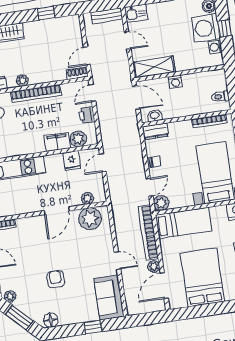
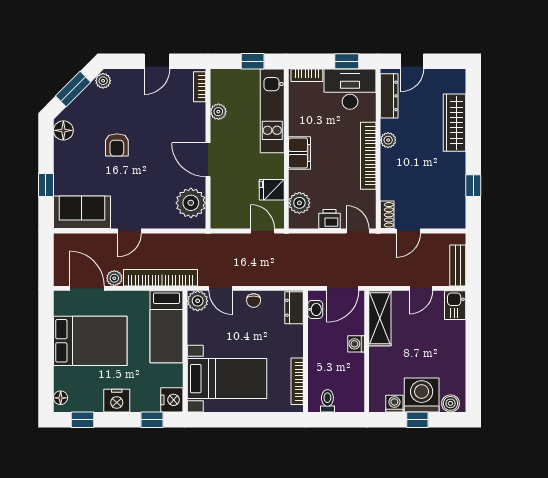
door: (87, 56) -> (408, 231), swing flipped
filing cabinet: (57, 142) -> (300, 153), moved
plant: (88, 198) -> (218, 112), moved
armchair: (56, 279) -> (117, 145), turned 90

